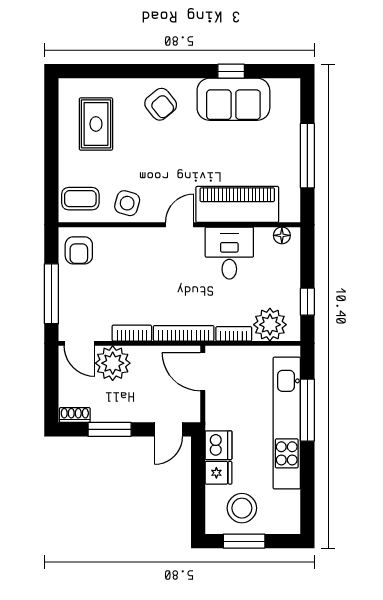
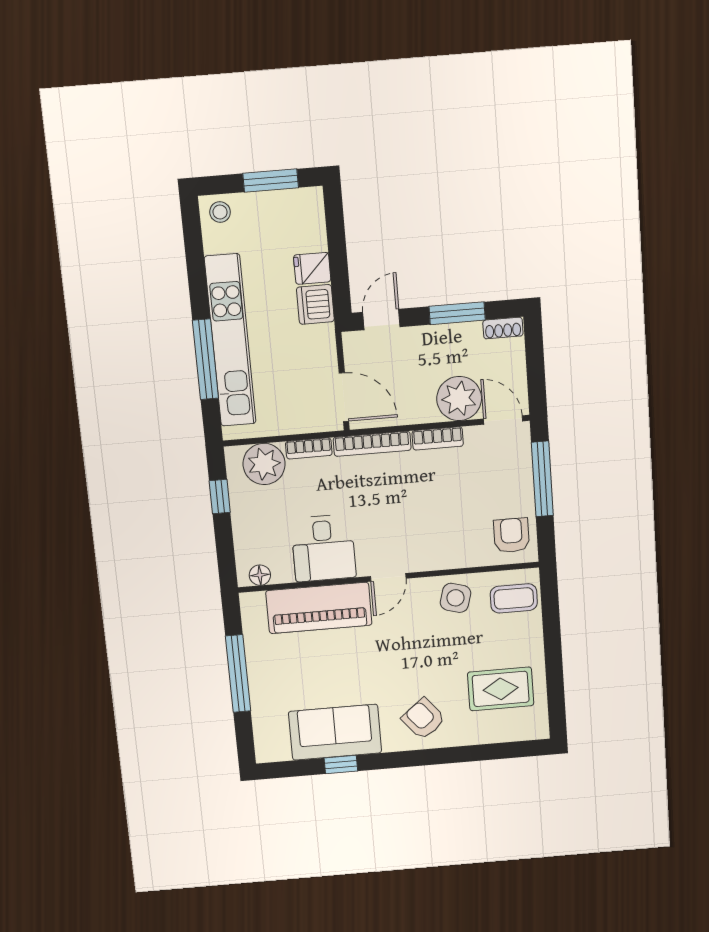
rug: (96, 124) -> (501, 689), turned 90
stool: (242, 508) -> (220, 212), moved, width x0.53, depth x0.53

